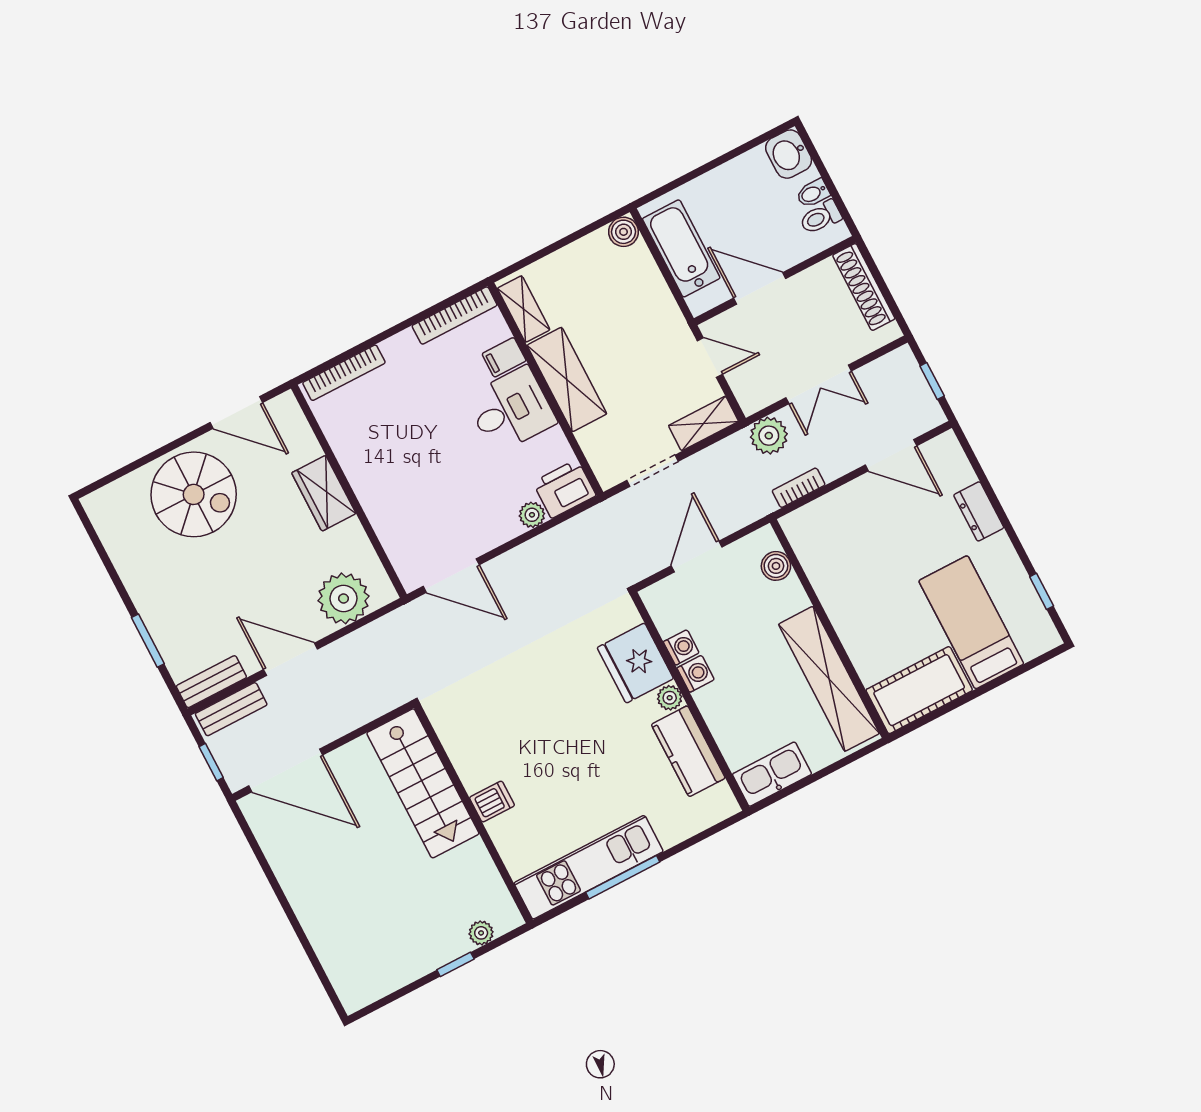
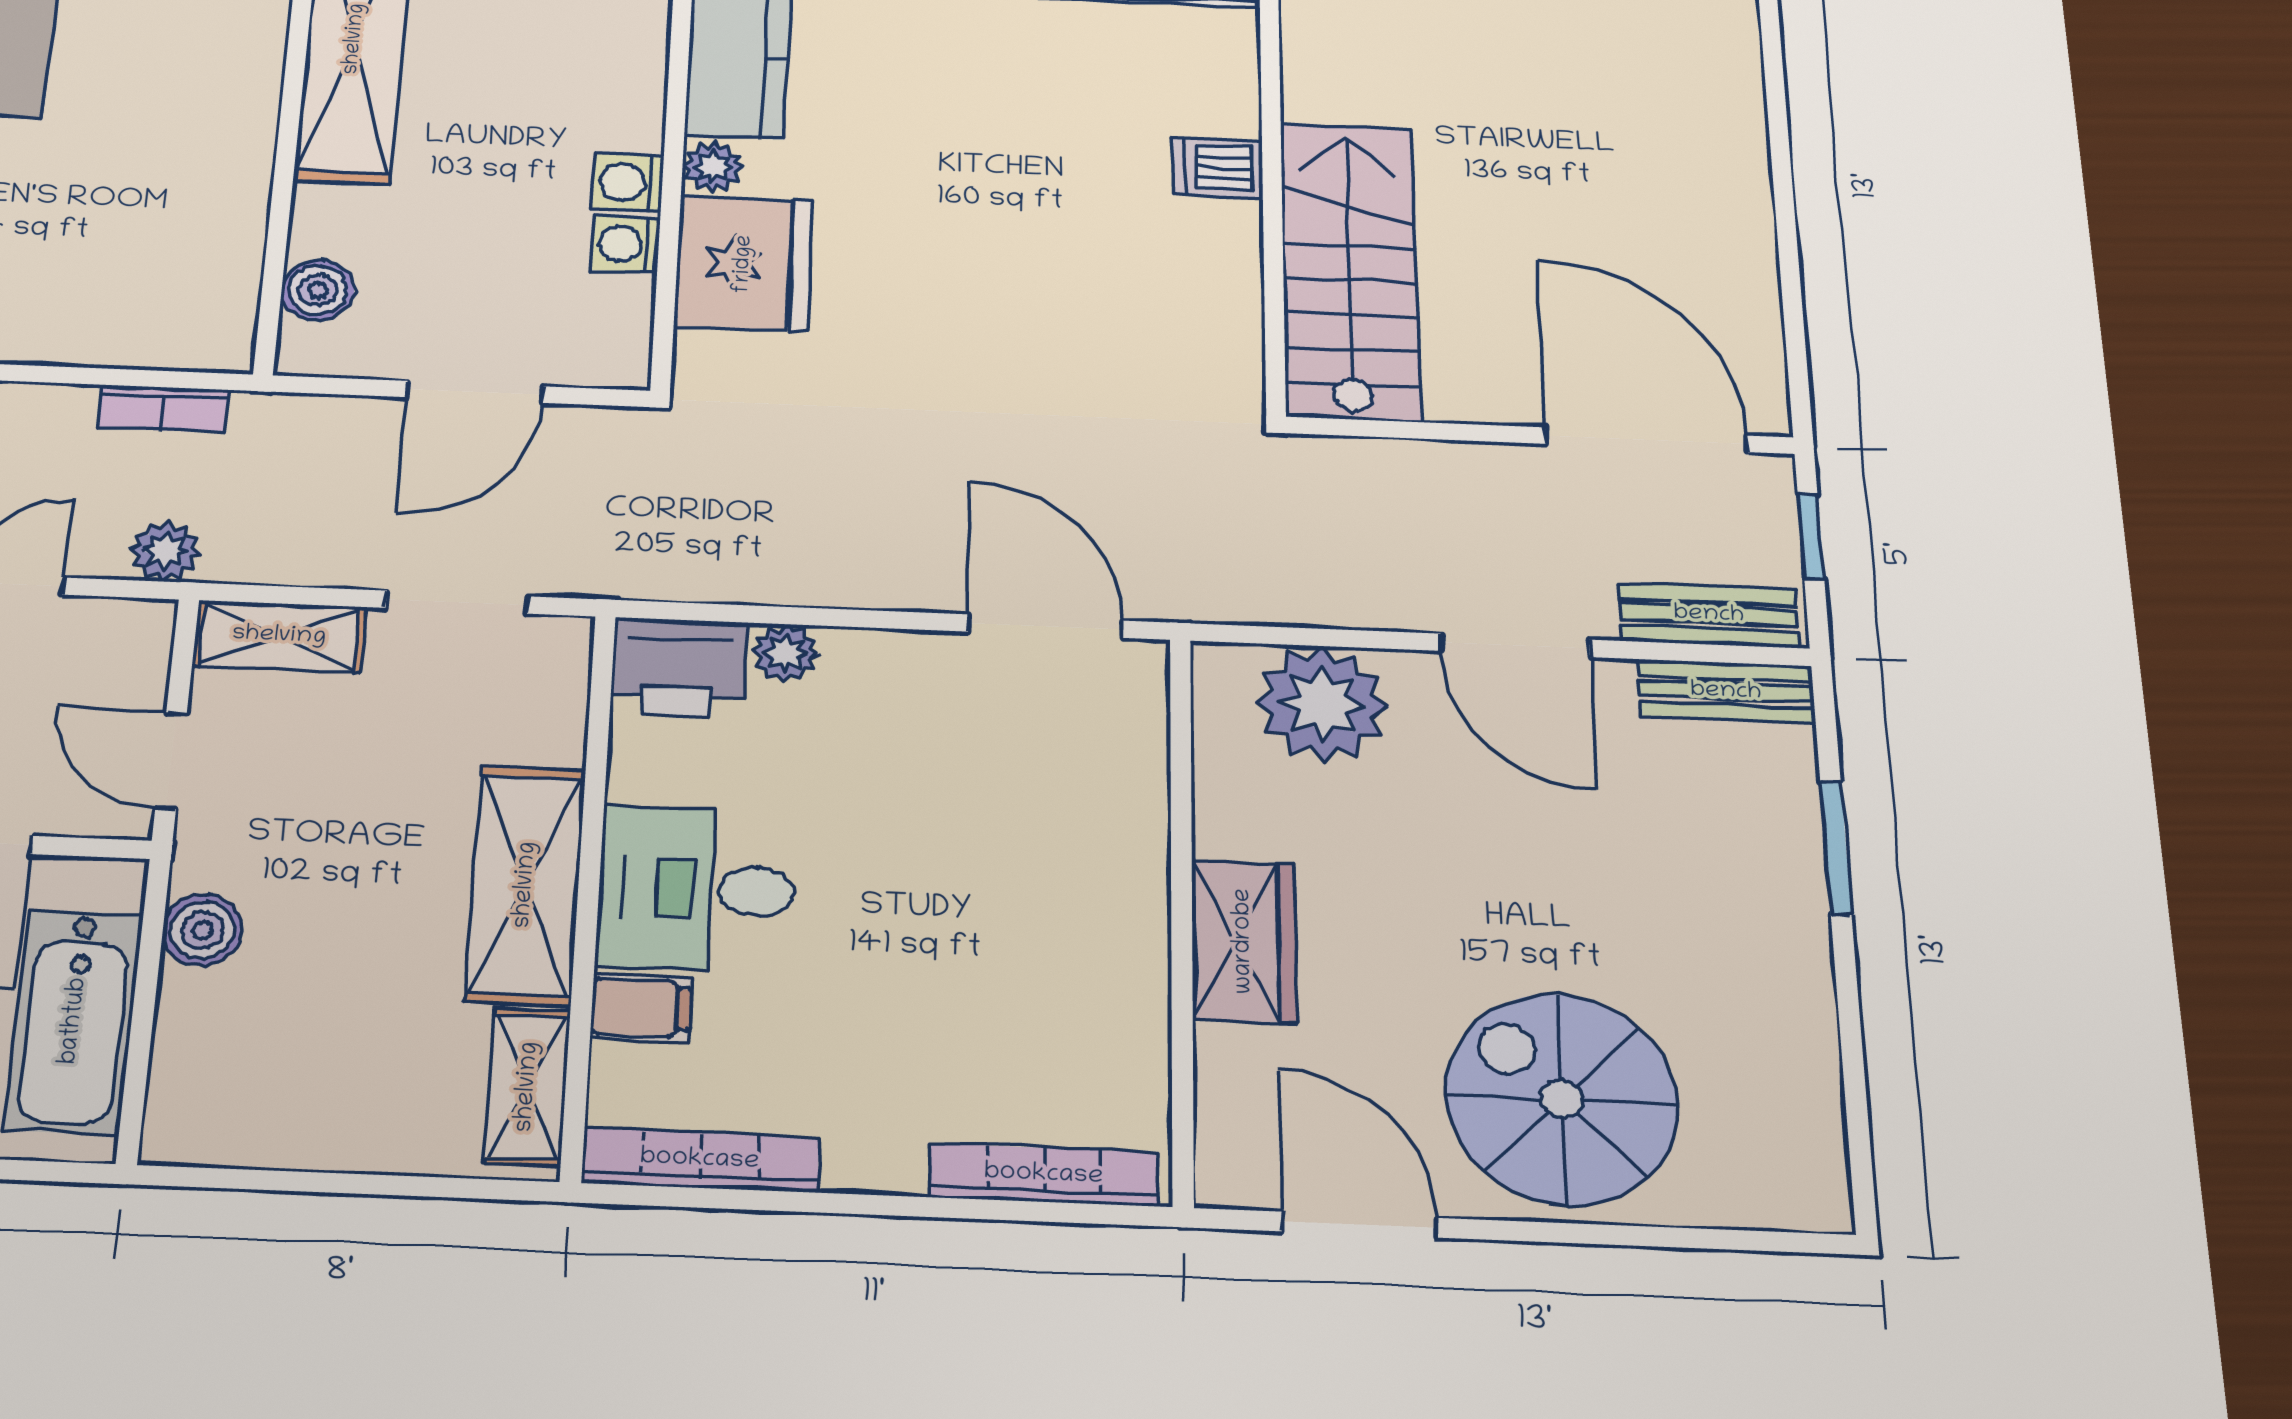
boiler: (624, 232) -> (203, 930), moved
plant: (769, 436) -> (165, 551), width x0.73, depth x0.73

